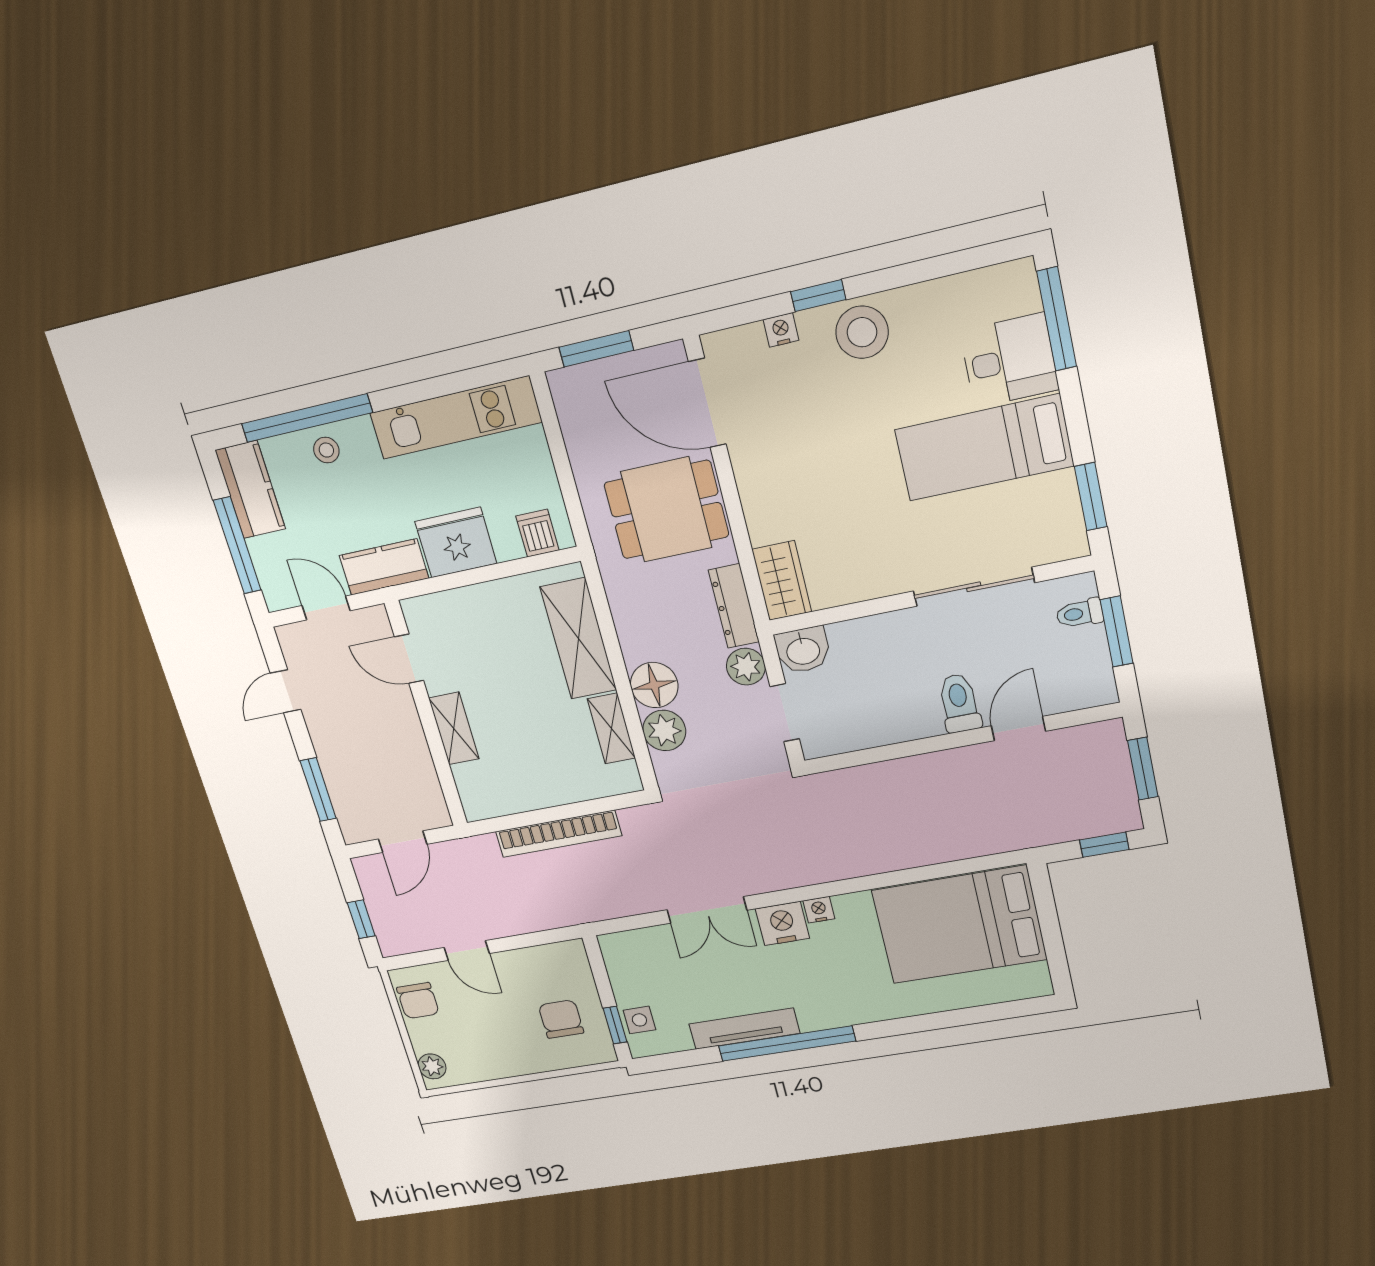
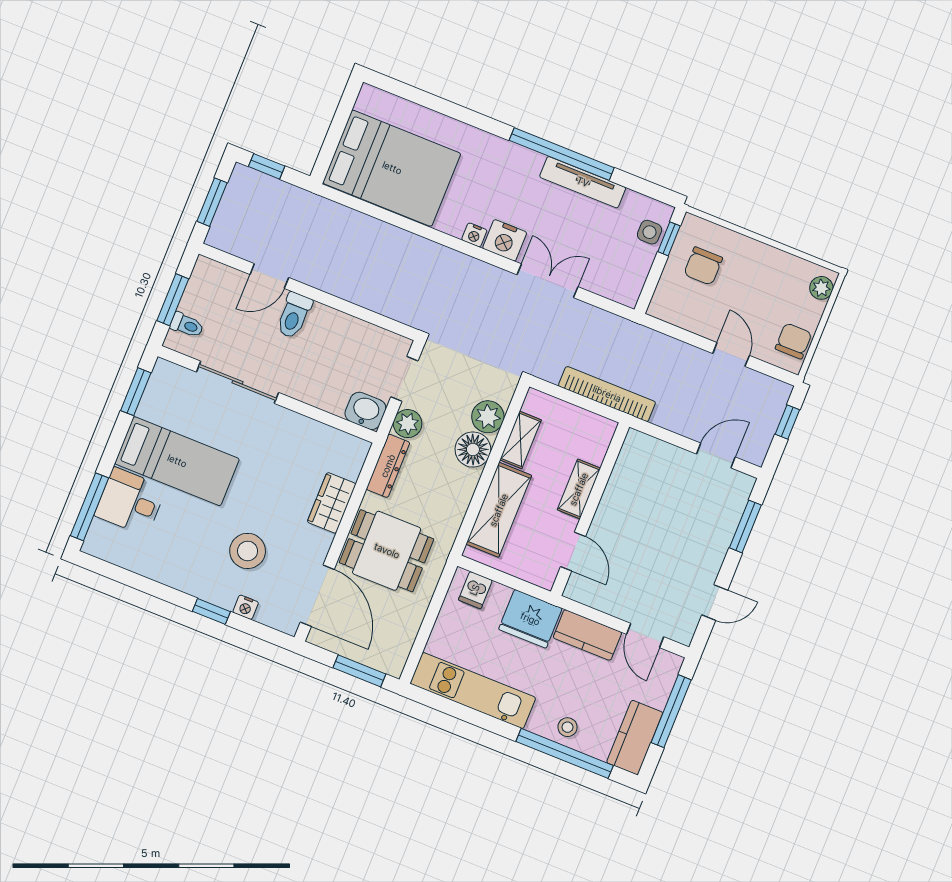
stool: (862, 332) -> (248, 551), moved
wardrobe: (782, 581) -> (332, 503), moved
door: (409, 659) -> (573, 551), moved
wall: (426, 715) -> (590, 509), moved
shelving: (454, 728) -> (579, 489), moved

